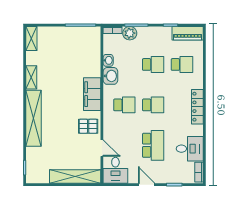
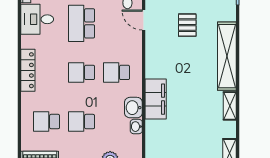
filing cabinet: (92, 94) -> (156, 99), moved
pallet: (88, 126) -> (187, 25), moved, turned 90

